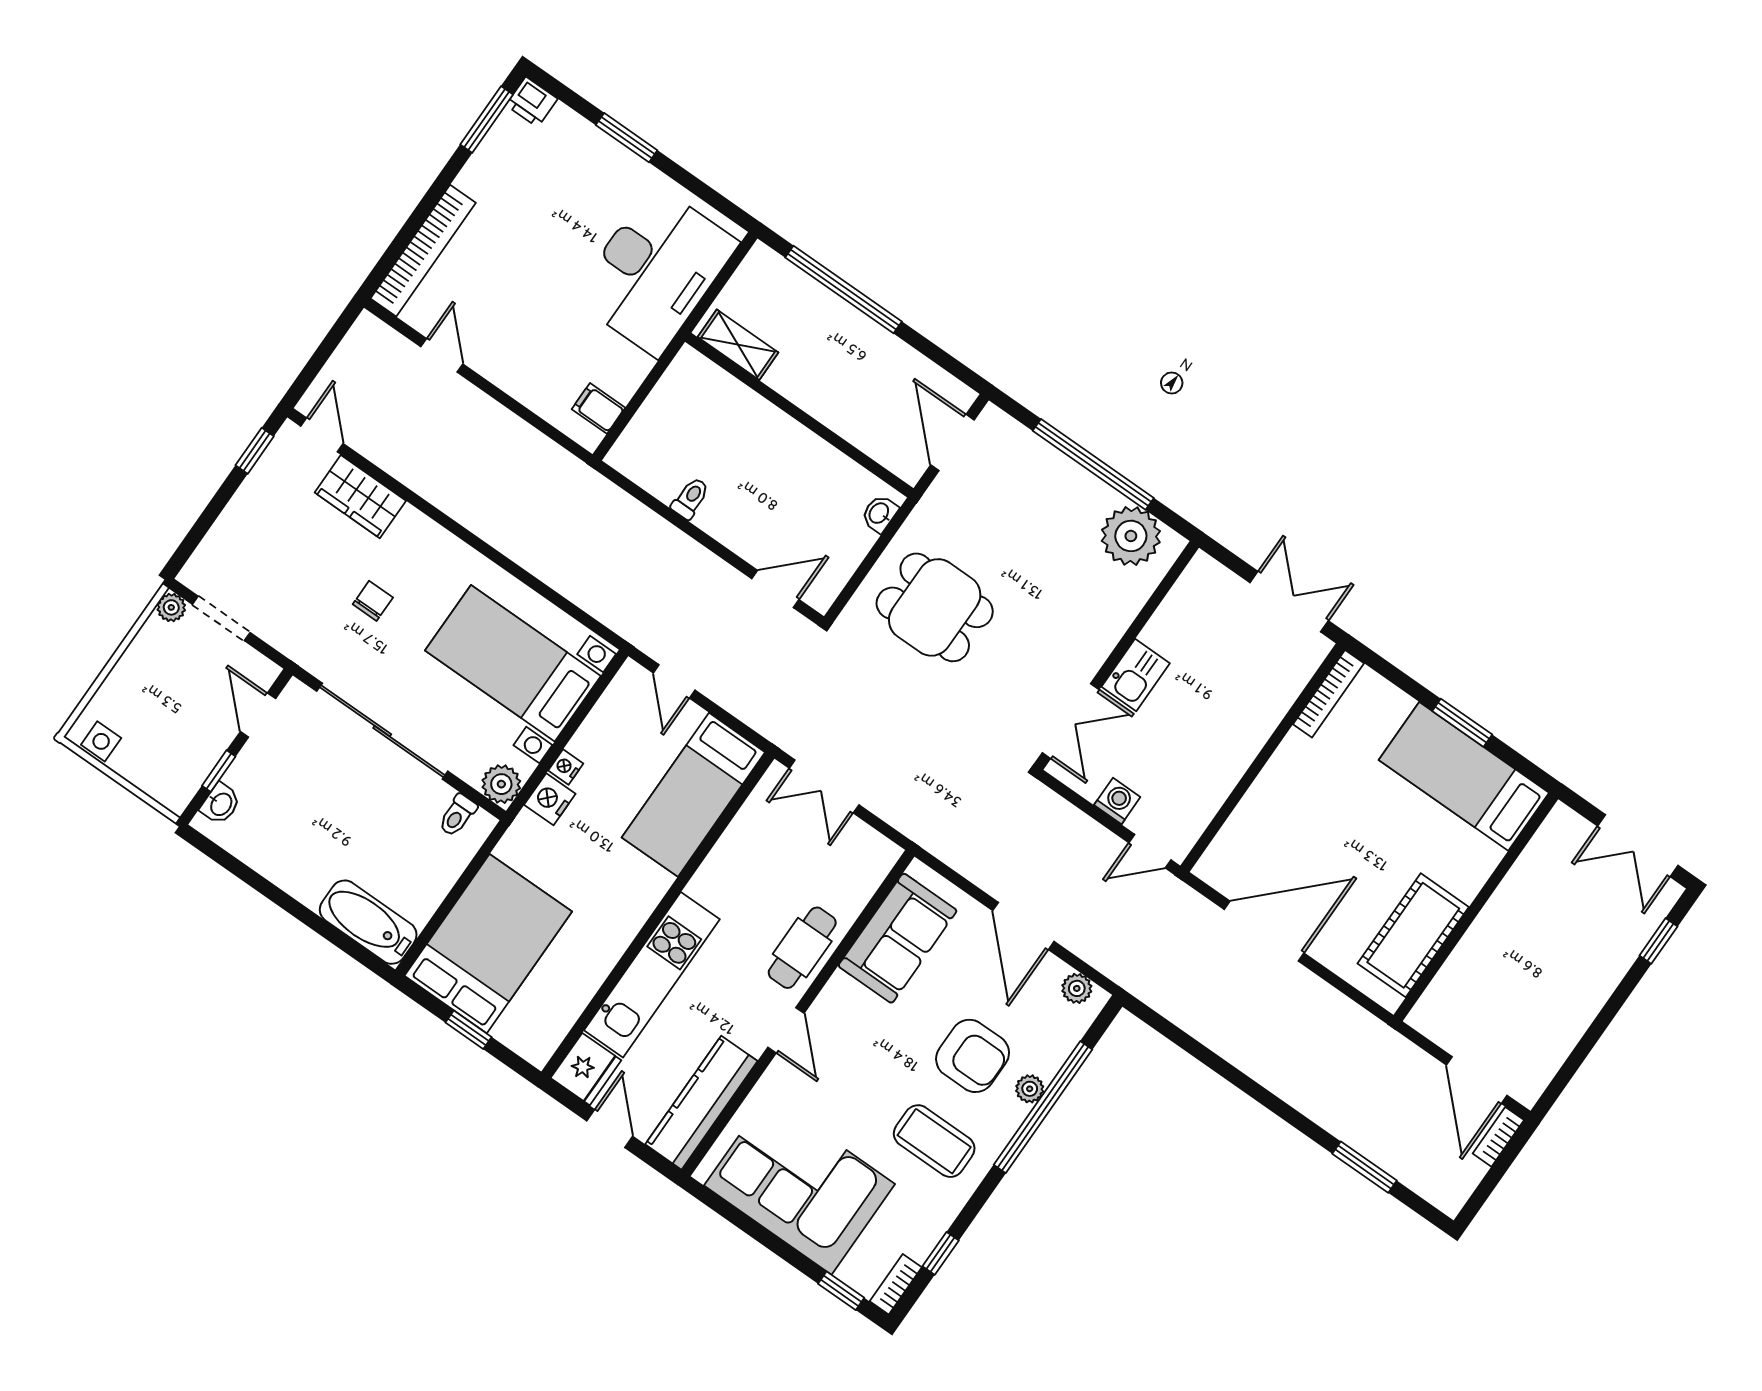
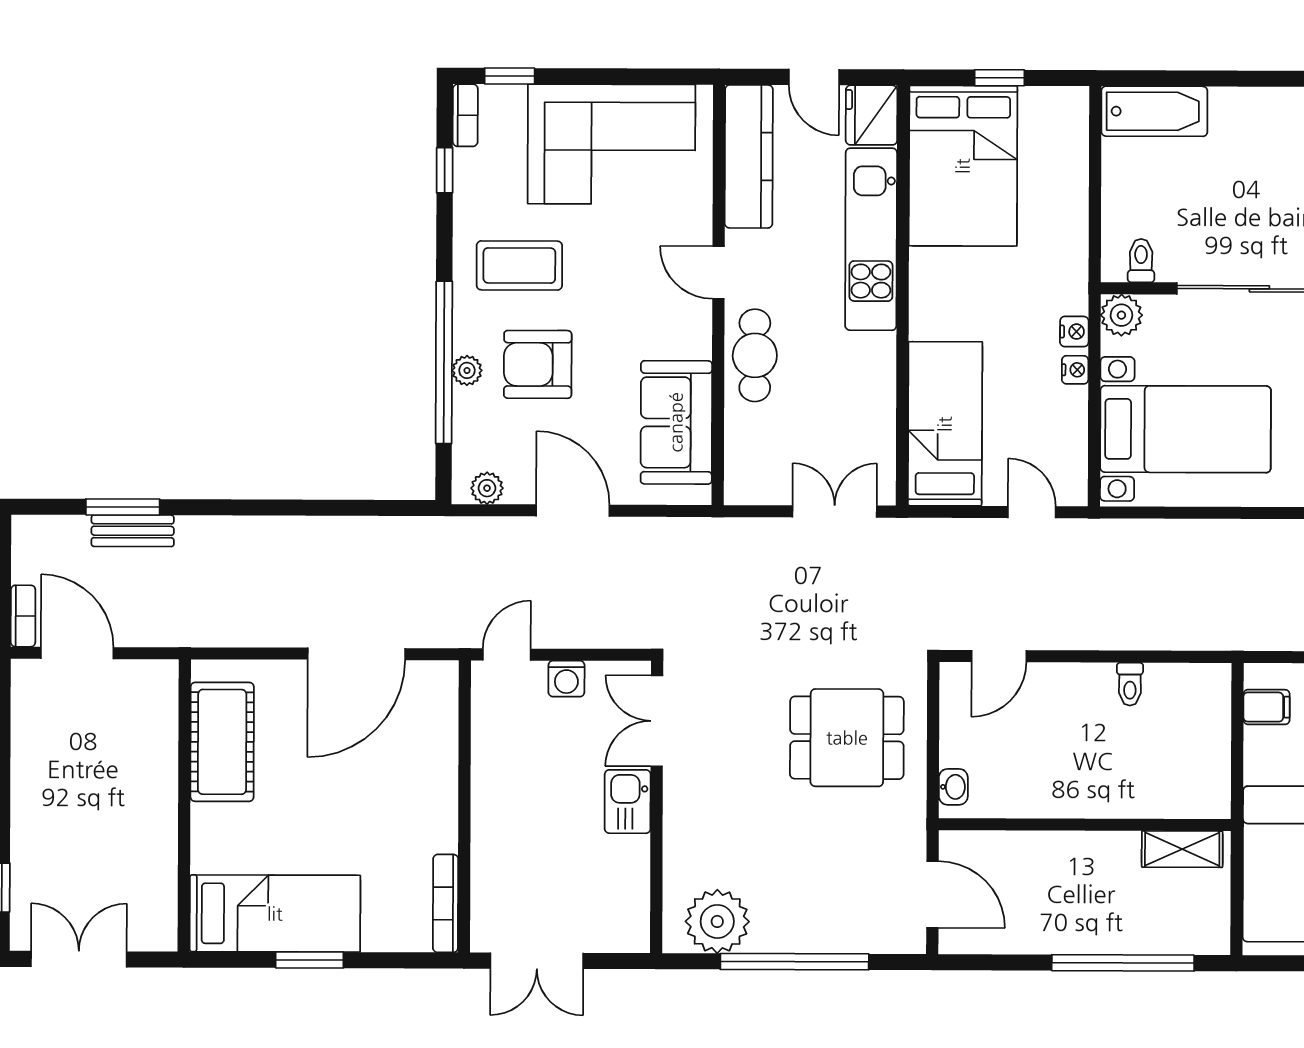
nightstand: (550, 799) -> (1074, 332), width x0.72, depth x0.74
bed: (488, 944) -> (963, 166), moved
bench: (1370, 1144) -> (133, 531), added

